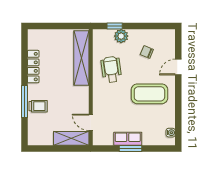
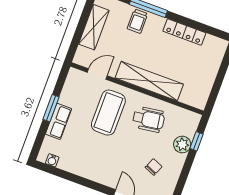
shelving: (81, 58) -> (149, 81), moved
coffee table: (149, 94) -> (108, 113), moved
shelving: (71, 138) -> (94, 27), moved
row of seats: (128, 139) -> (59, 121), moved

